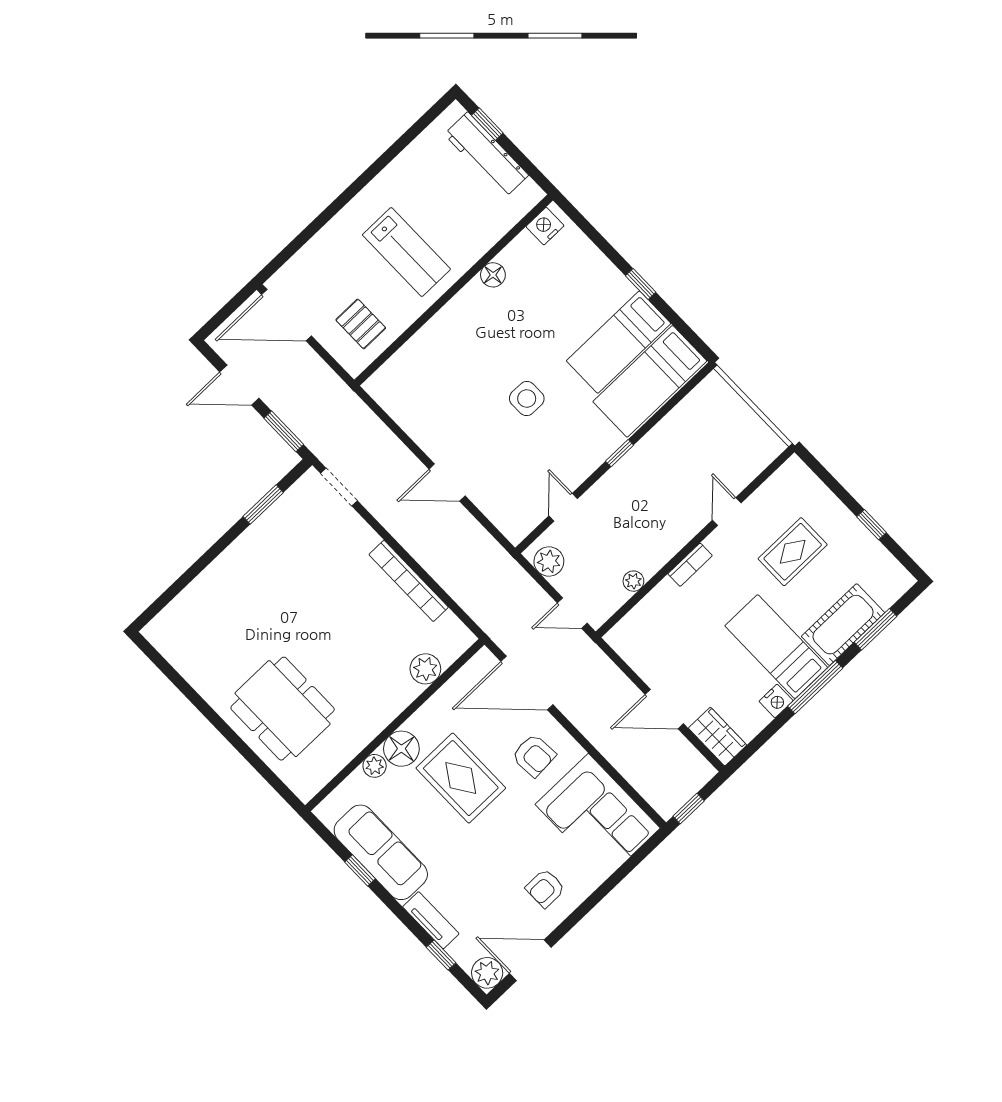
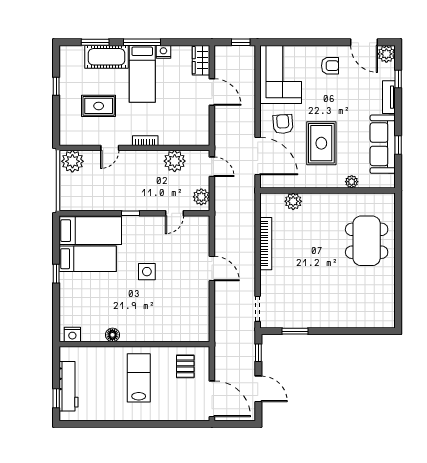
window: (284, 431) -> (258, 353), width x0.67
plant: (758, 448) -> (72, 161), added
plant: (633, 581) -> (175, 161), width x1.87, depth x1.87
floor lamp: (401, 749) -> (334, 178), removed

